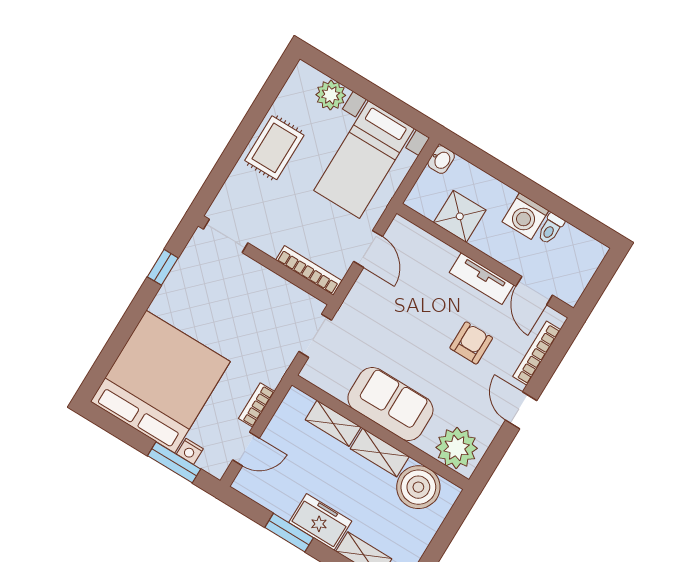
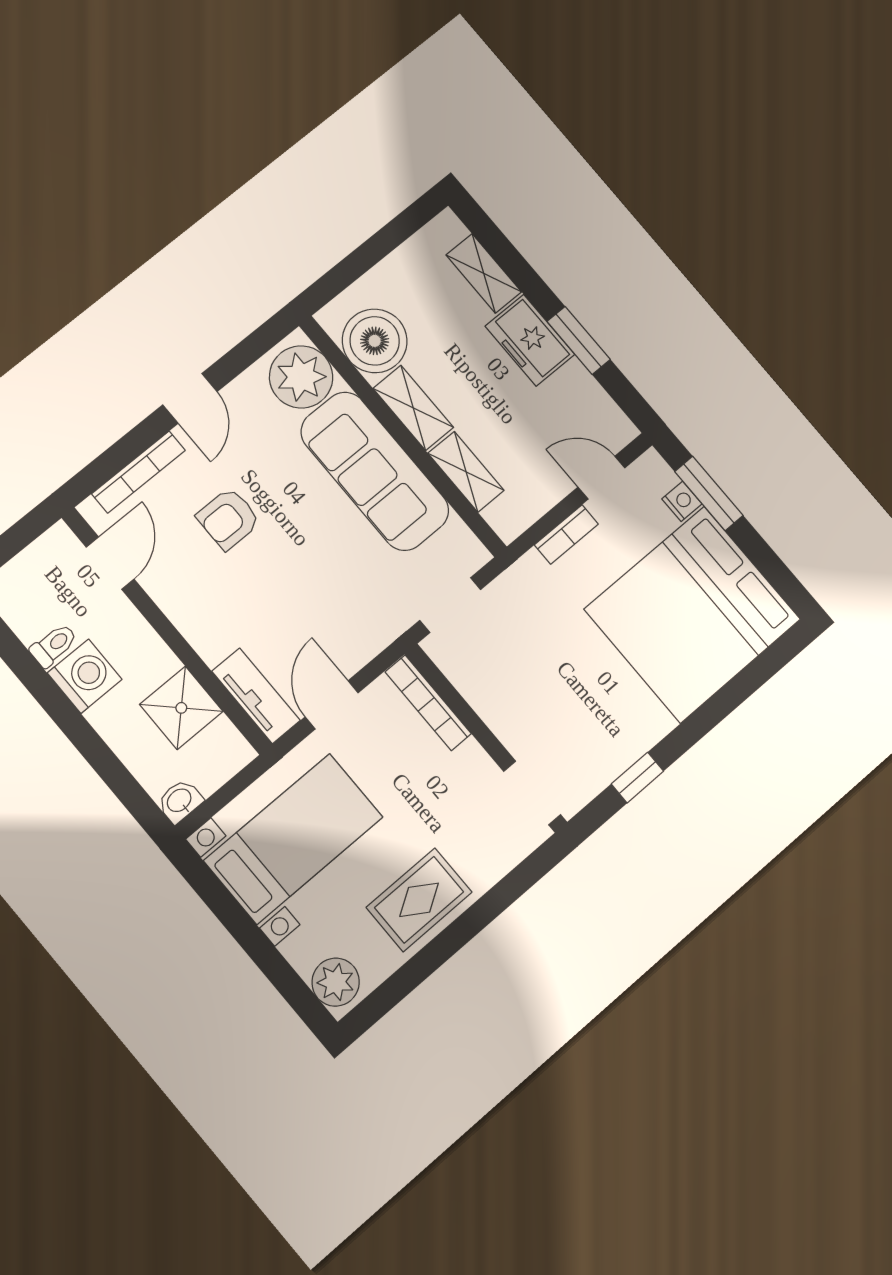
plant: (331, 95) -> (336, 982), moved
tv unit: (482, 279) -> (256, 696), moved
sofa: (390, 404) -> (375, 471), width x1.36

